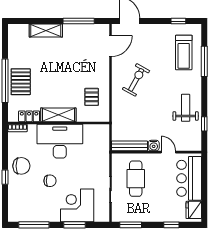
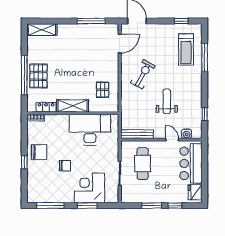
shelving: (46, 31) -> (42, 30), moved
weight bench: (186, 108) -> (167, 101), moved
desk: (60, 141) -> (90, 130), moved
water cooler: (154, 146) -> (186, 134), moved
window: (131, 225) -> (152, 206), moved

